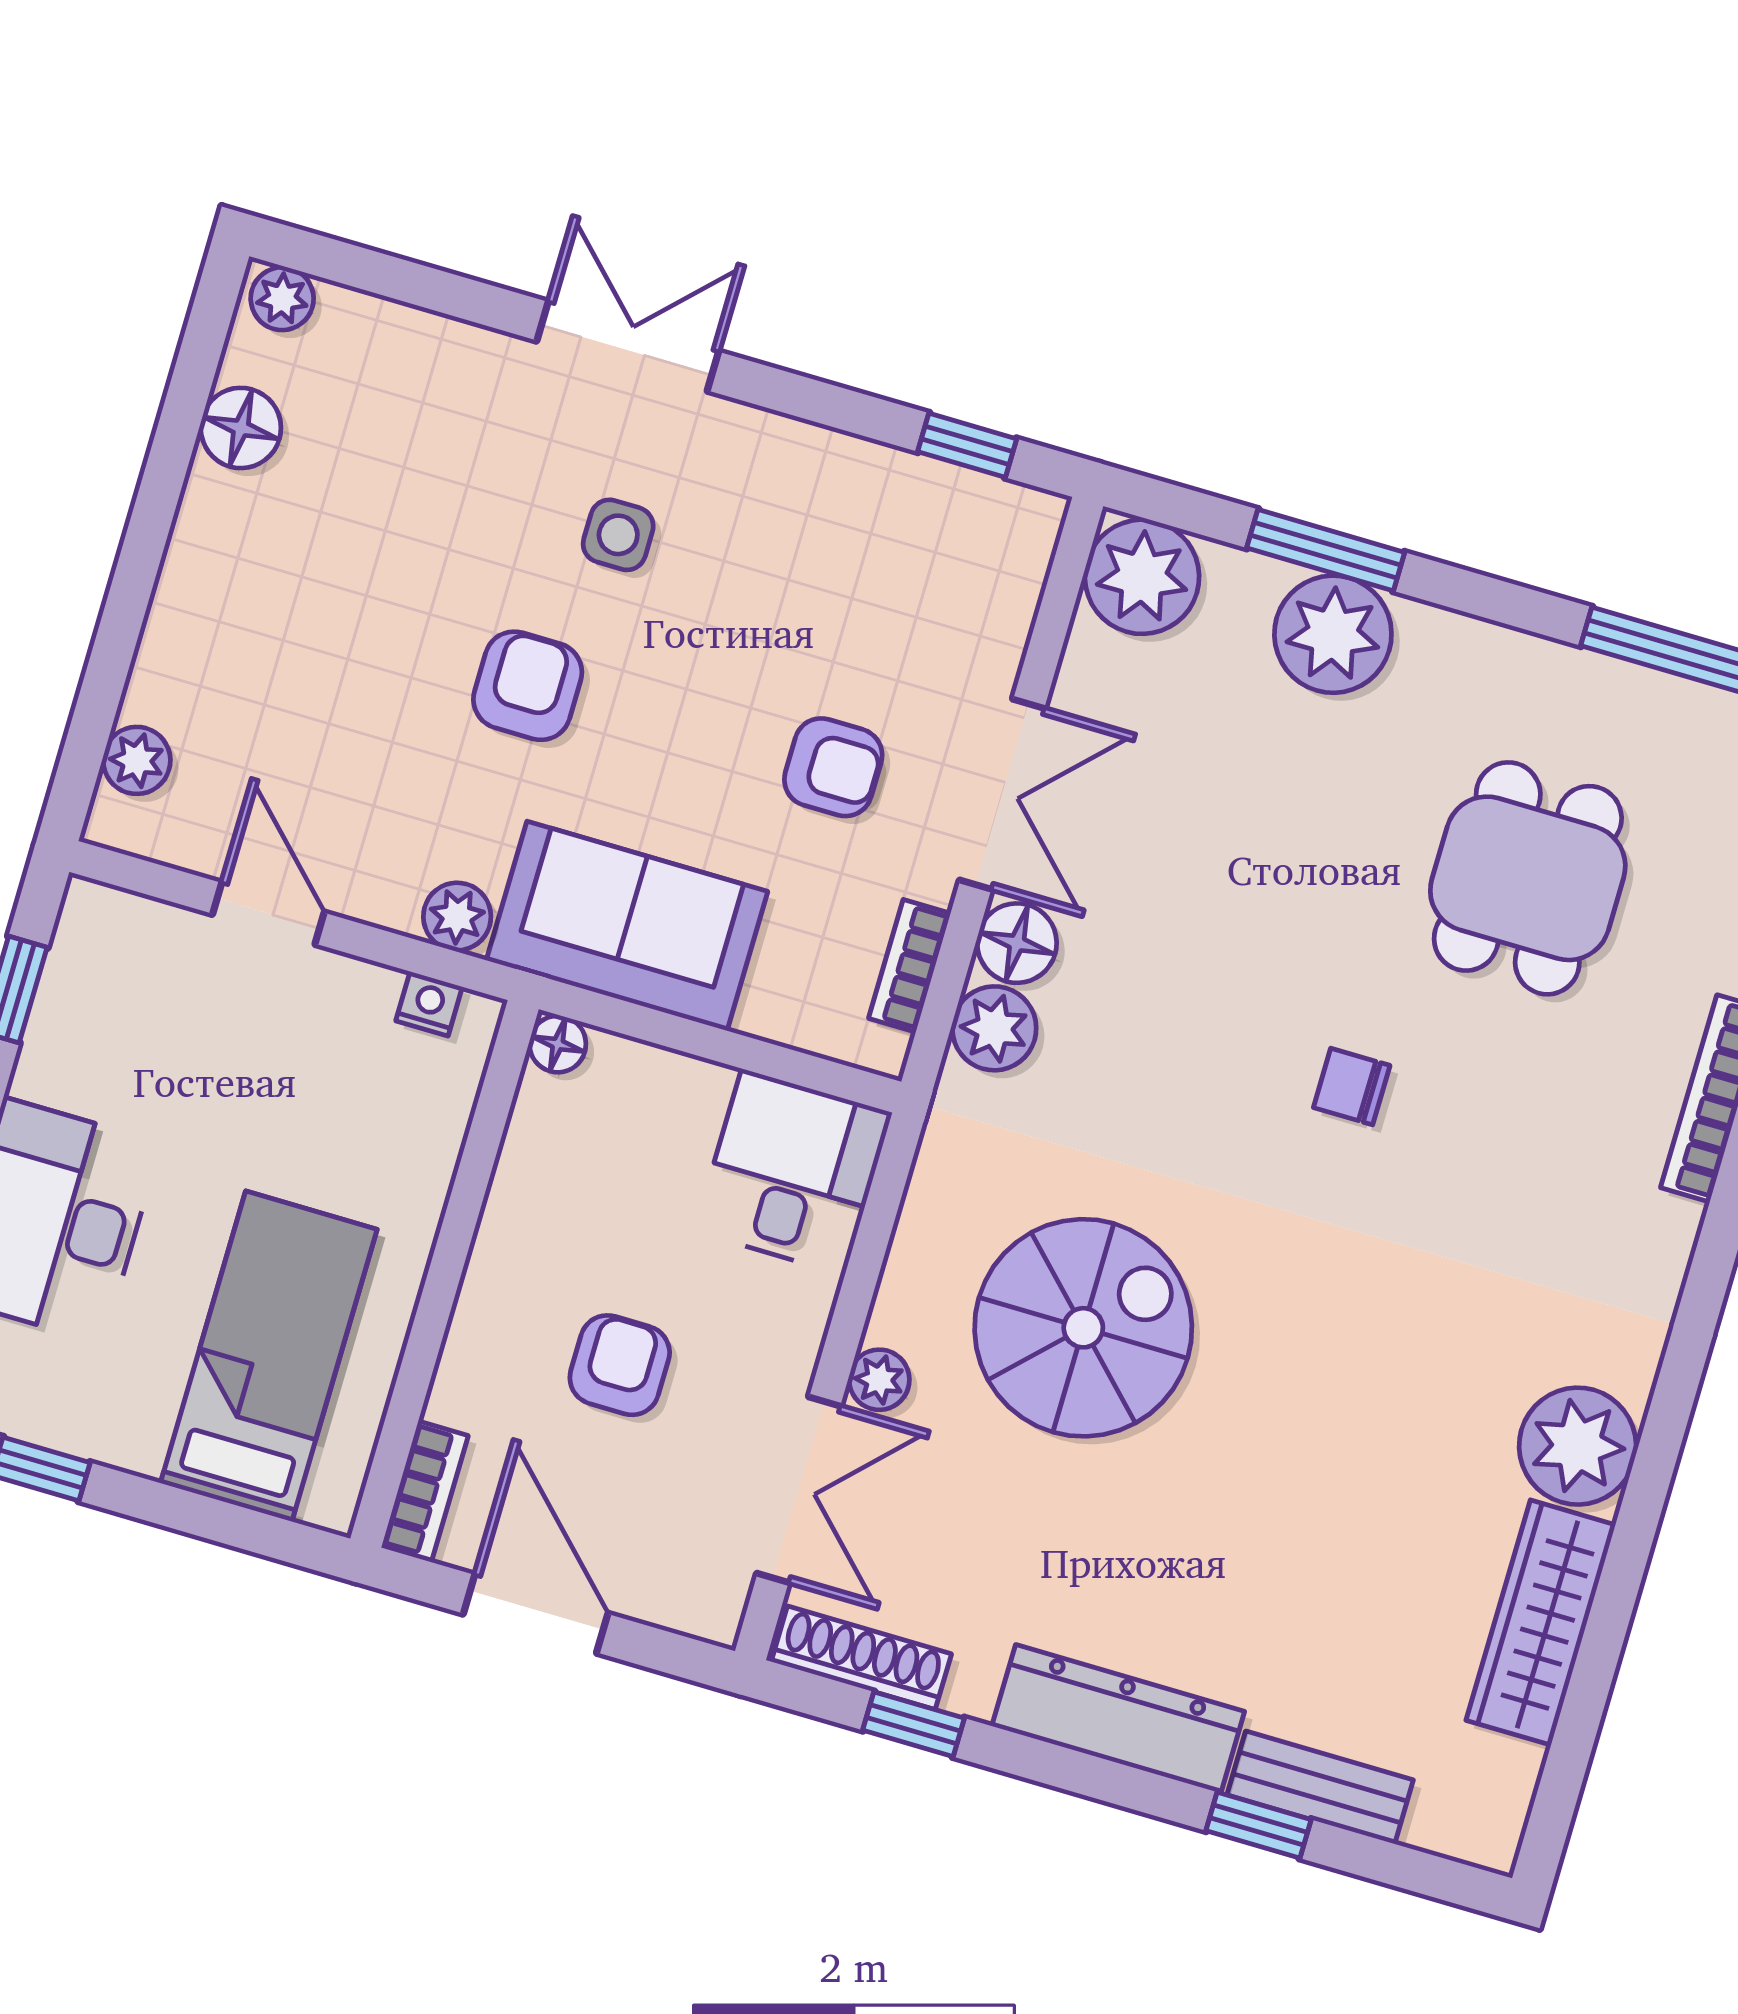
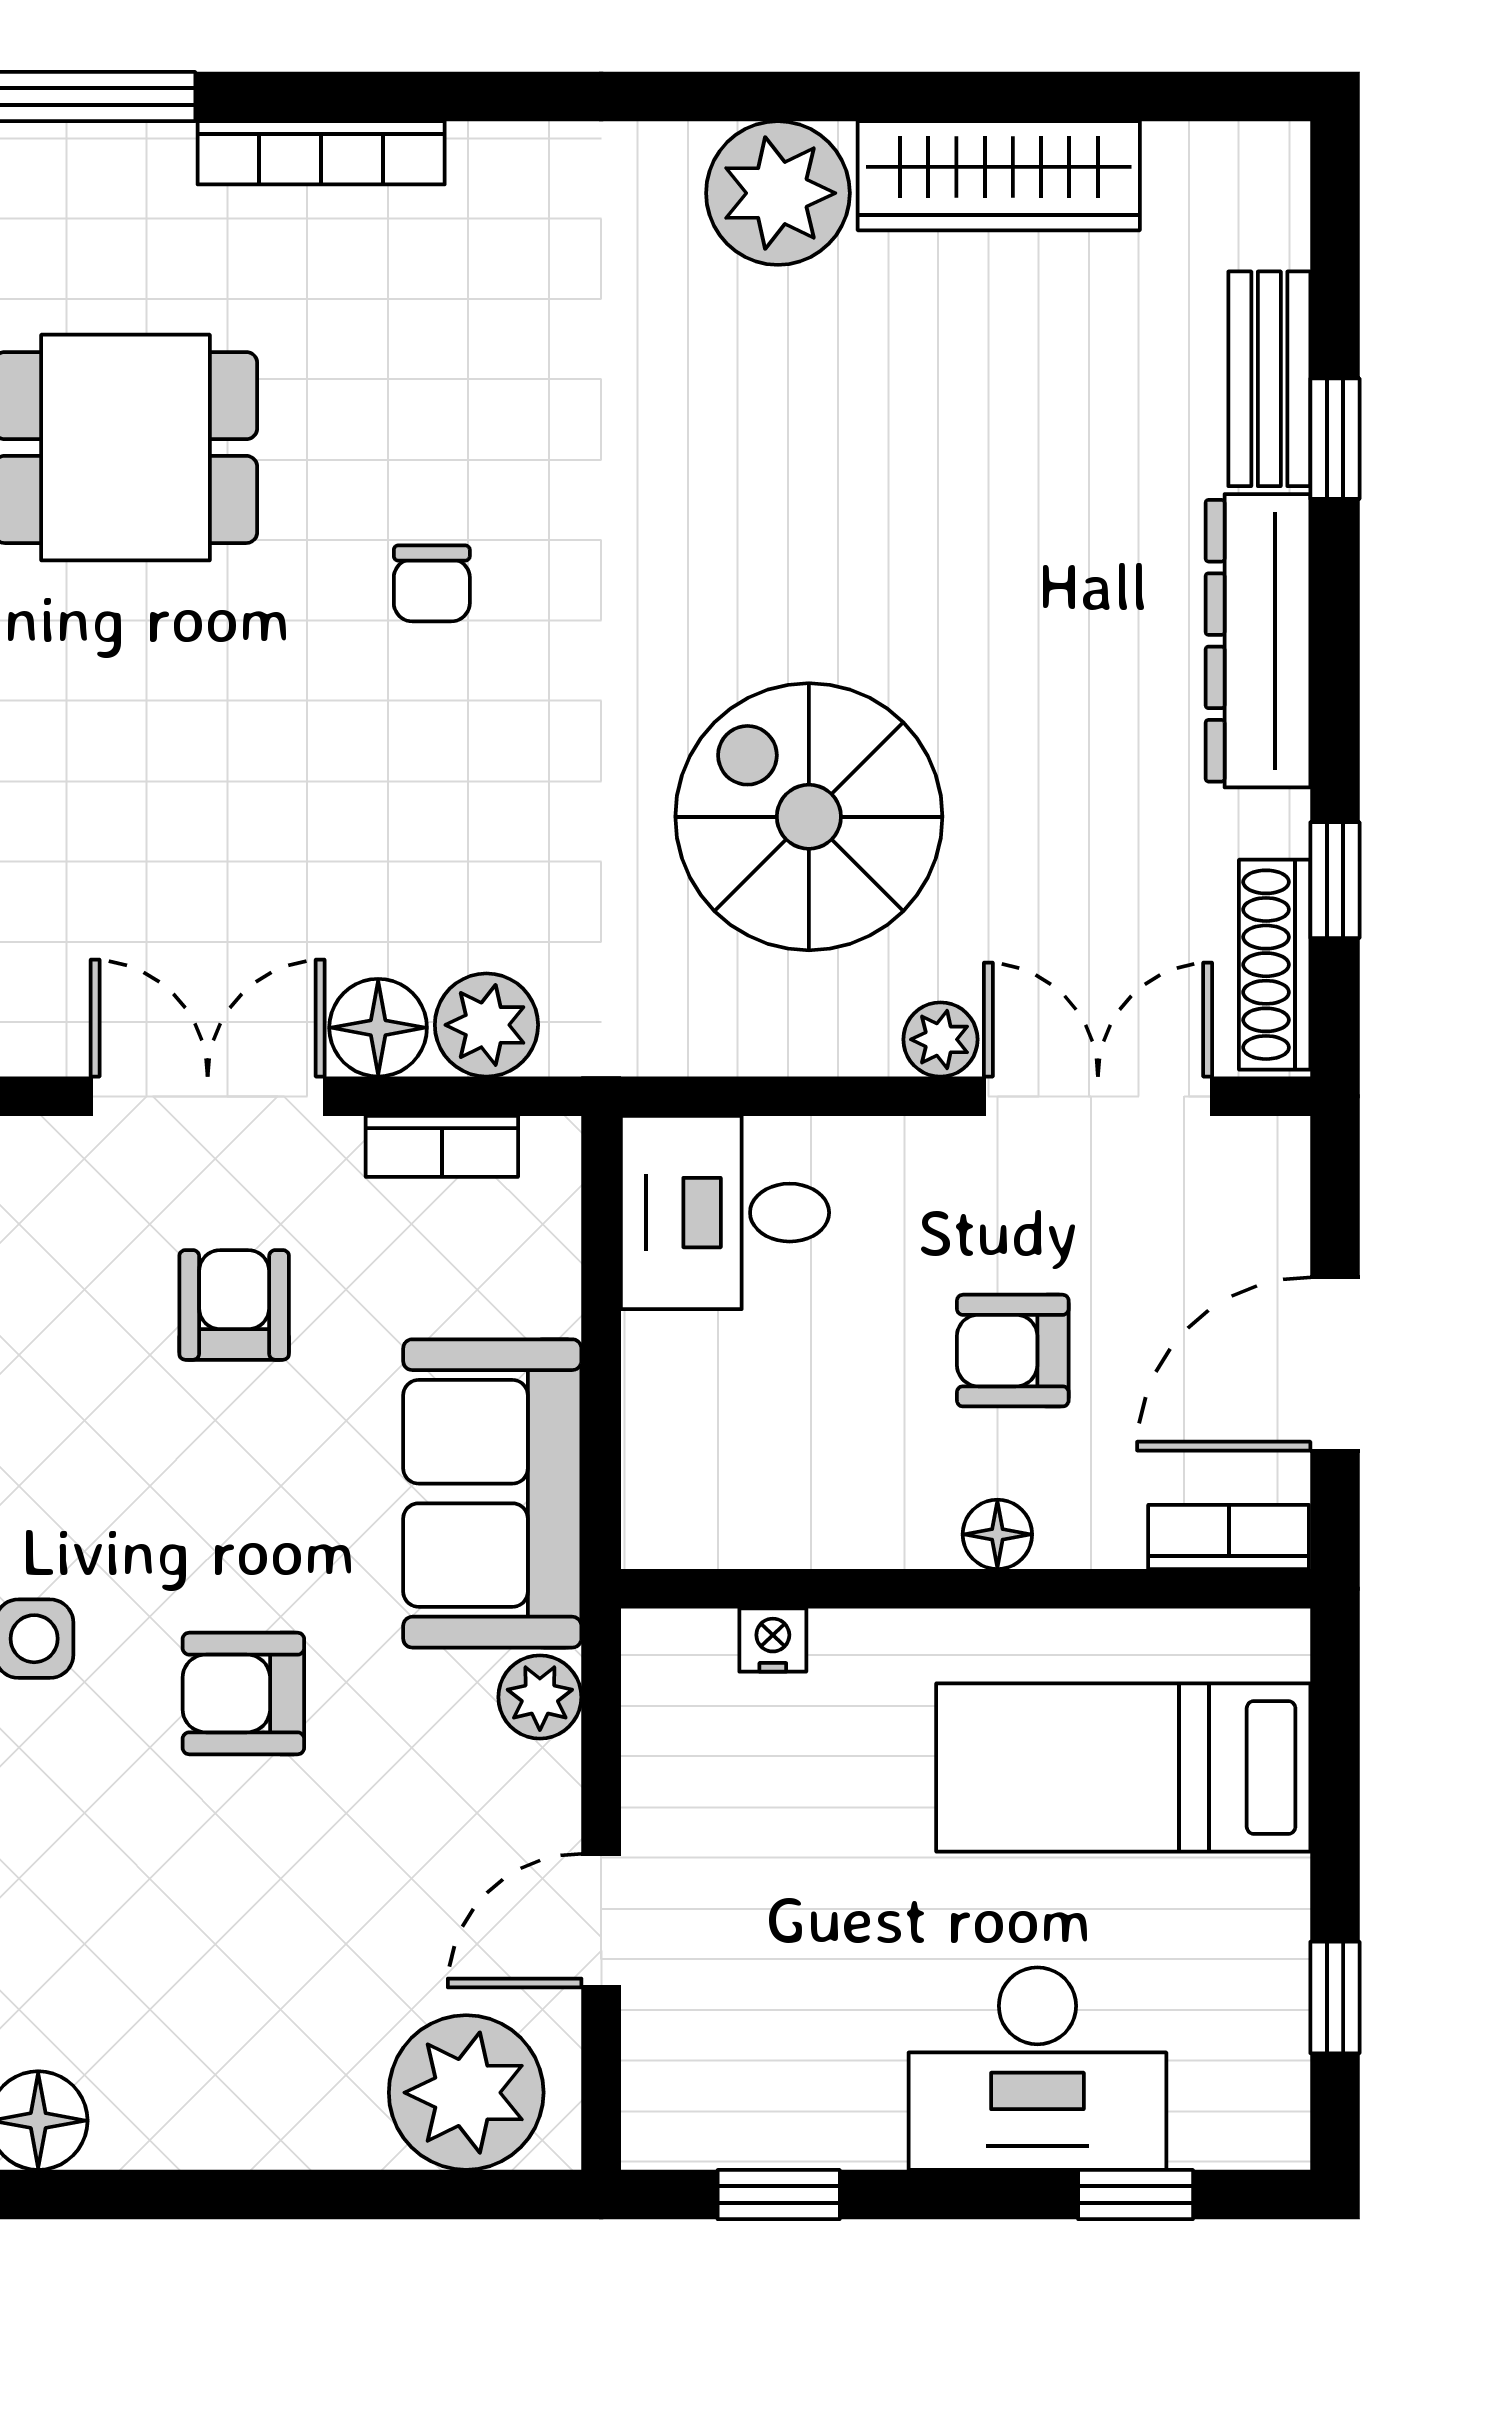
plant: (137, 760) -> (466, 2093), width x1.88, depth x1.88
nightstand: (429, 1004) -> (773, 1640), moved, turned 90
floor lamp: (558, 1044) -> (997, 1534), moved

